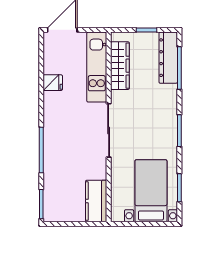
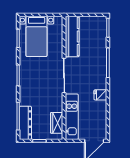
wardrobe: (120, 66) -> (57, 123), width x0.67
fridge: (53, 83) -> (100, 95), moved
kitchen counter: (96, 201) -> (72, 37), width x1.50

